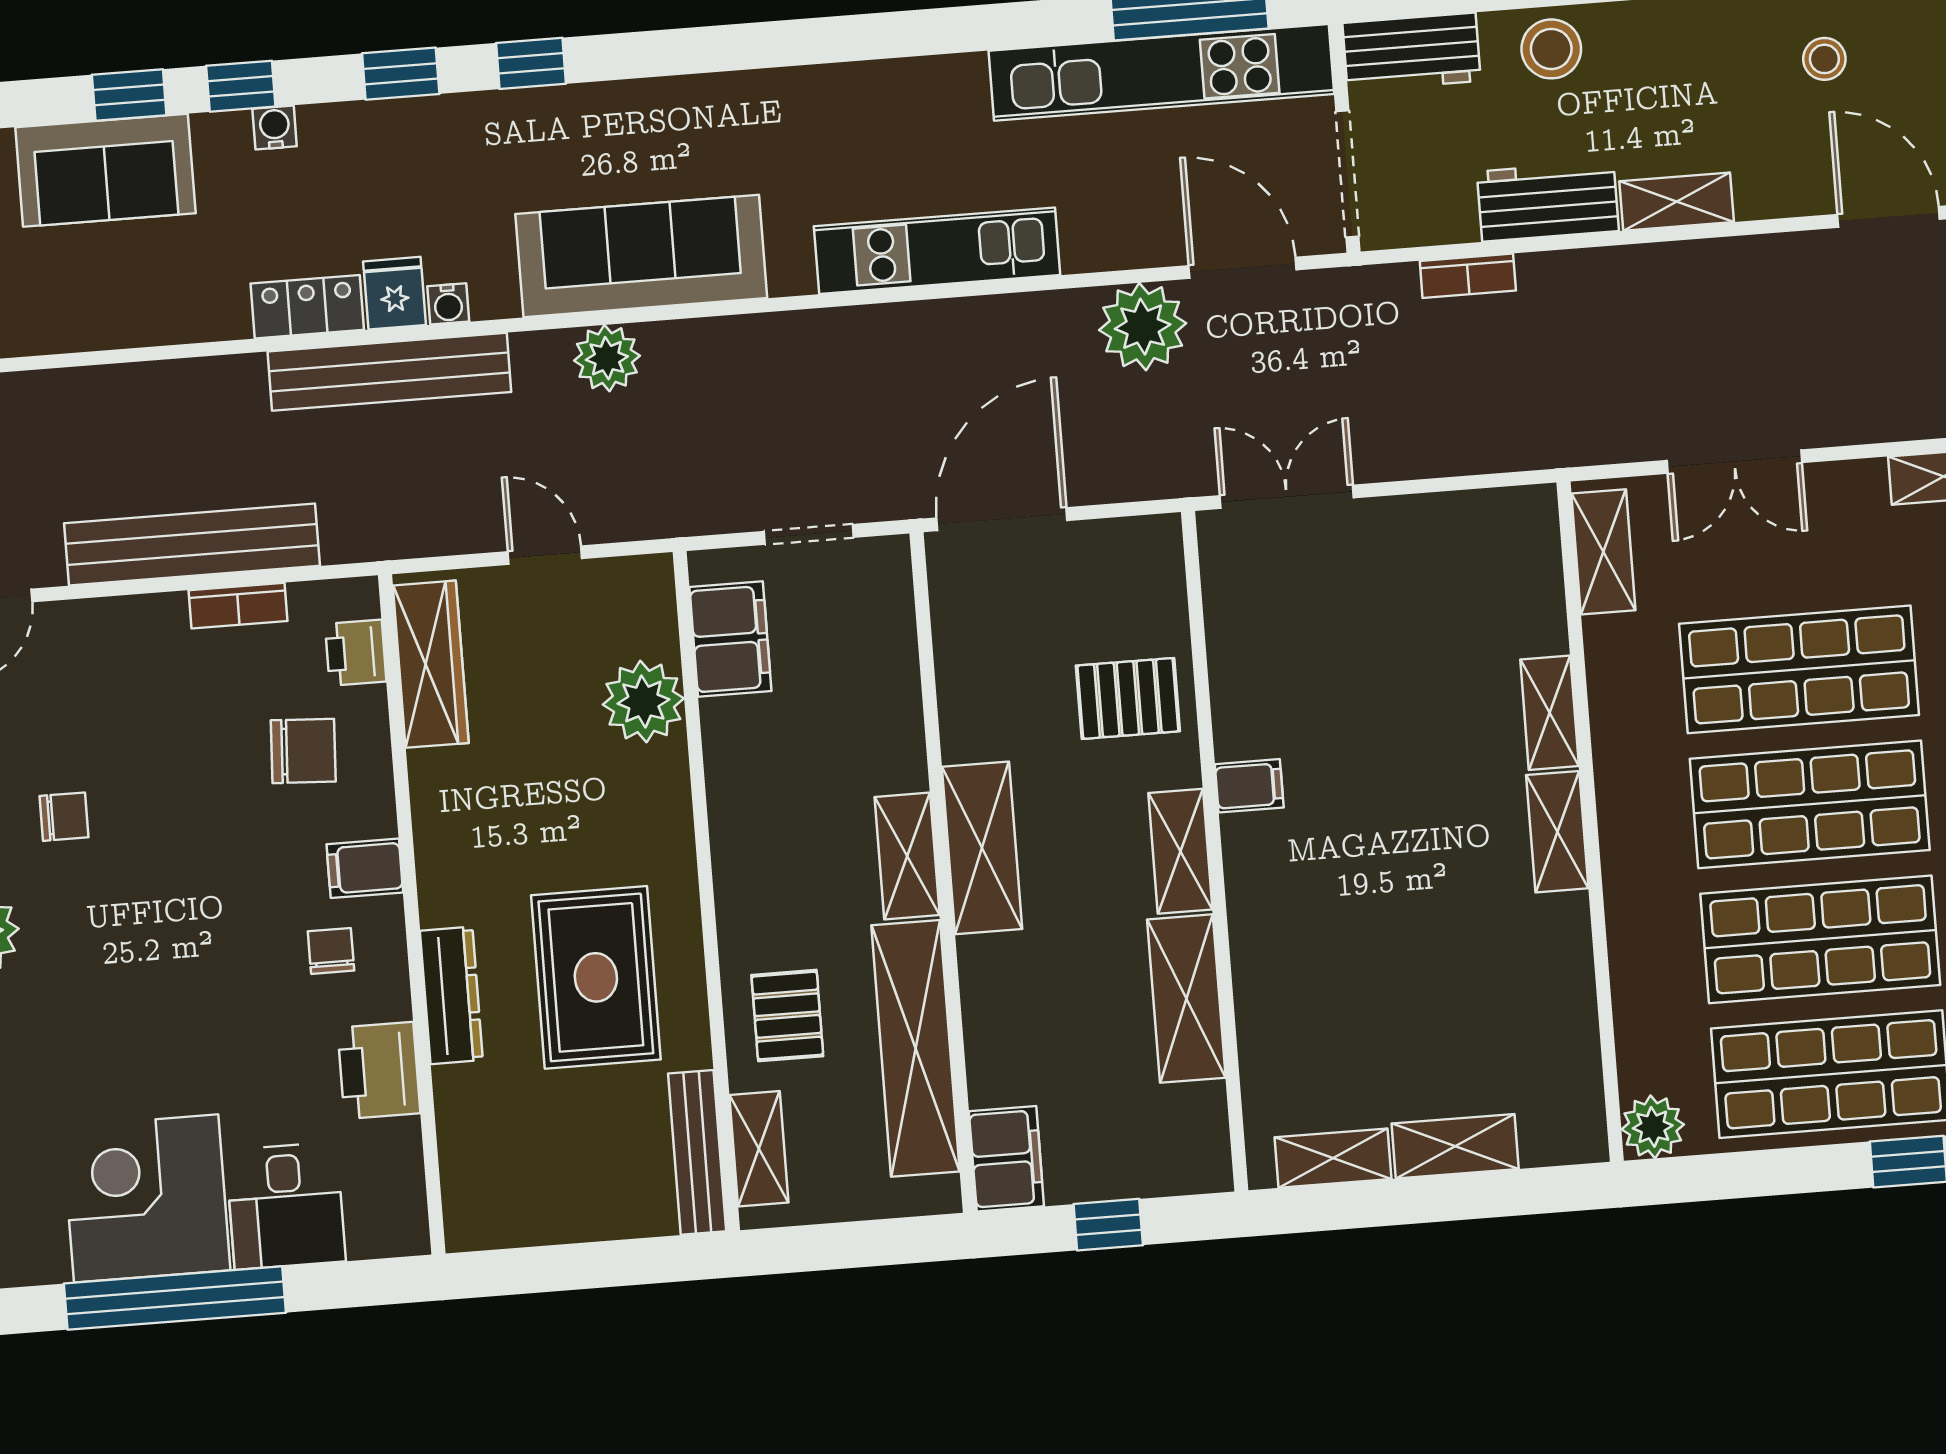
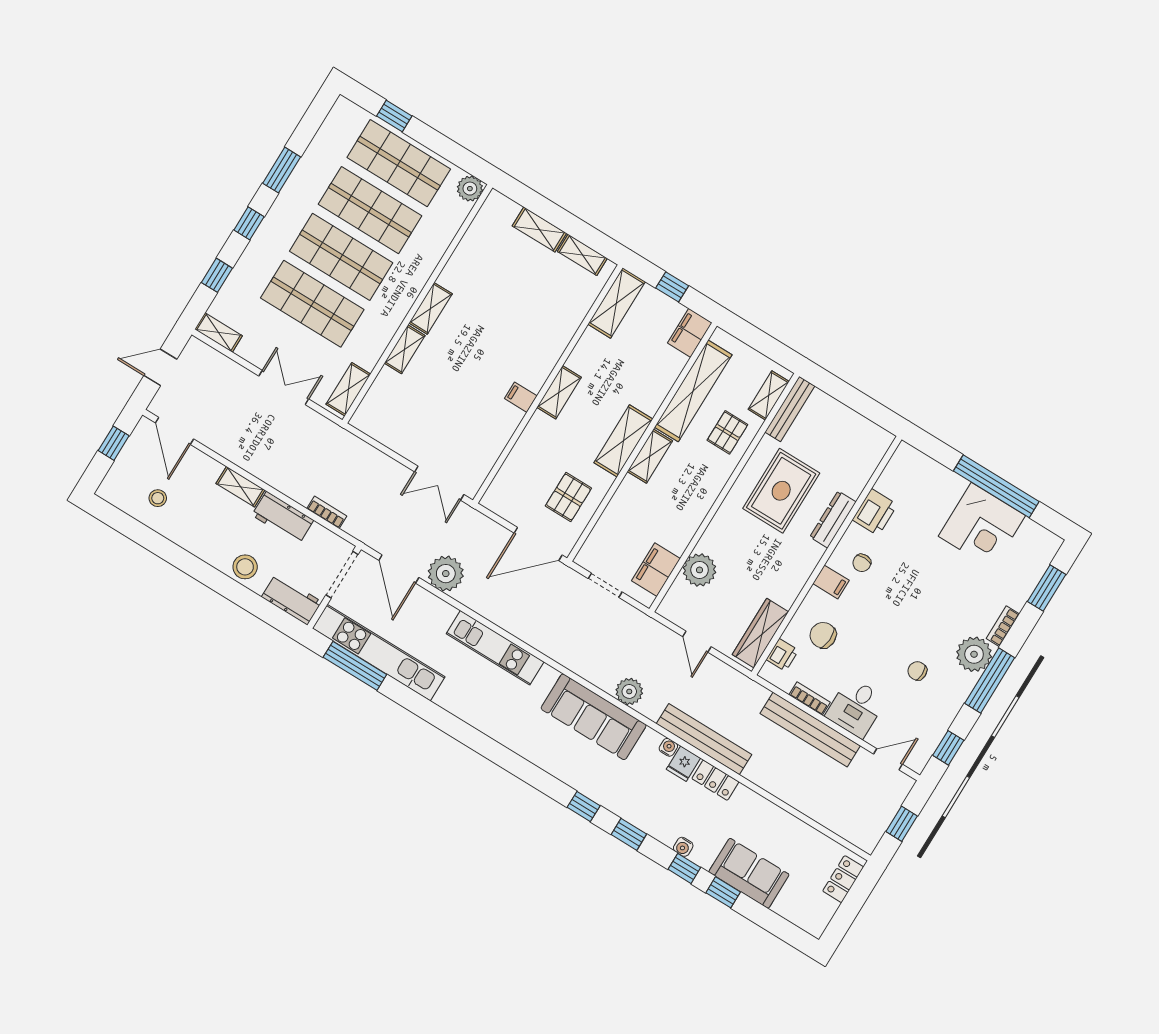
pallet: (1128, 698) -> (568, 497), moved, turned 90
shelving: (1186, 999) -> (617, 303), moved
desk: (286, 1206) -> (856, 708), moved, turned 180

